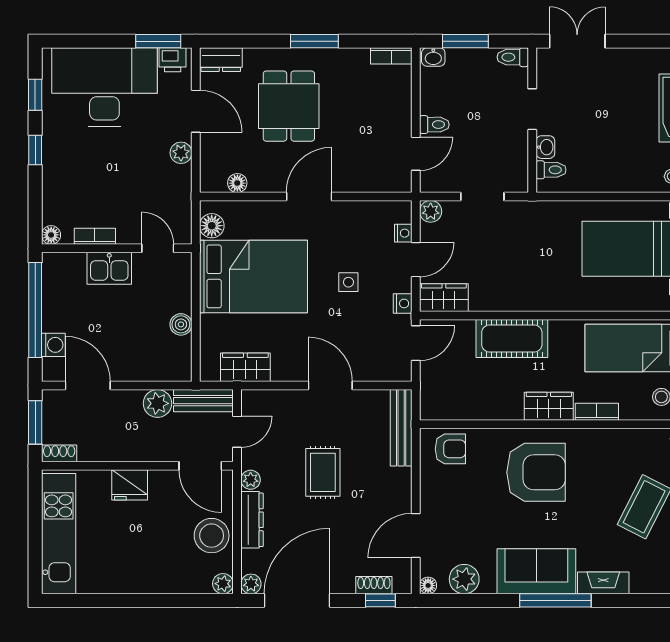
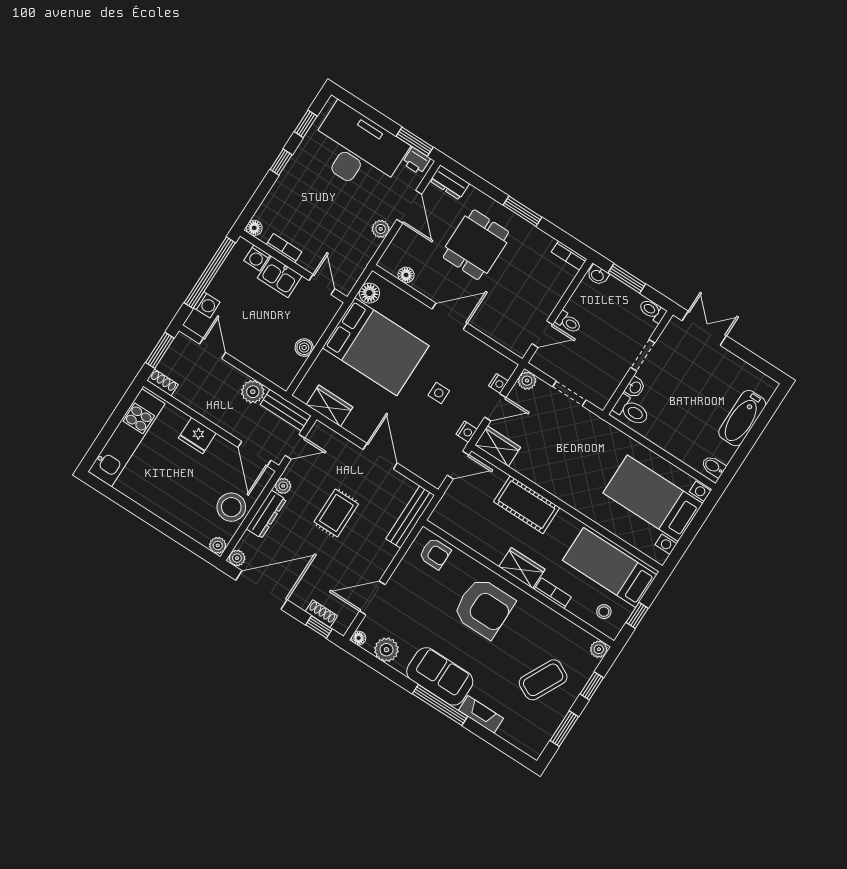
toilet: (551, 170) -> (631, 410), width x1.37, depth x1.39
washing machine: (73, 264) -> (257, 258), added
door: (88, 386) -> (213, 348), width x0.73

